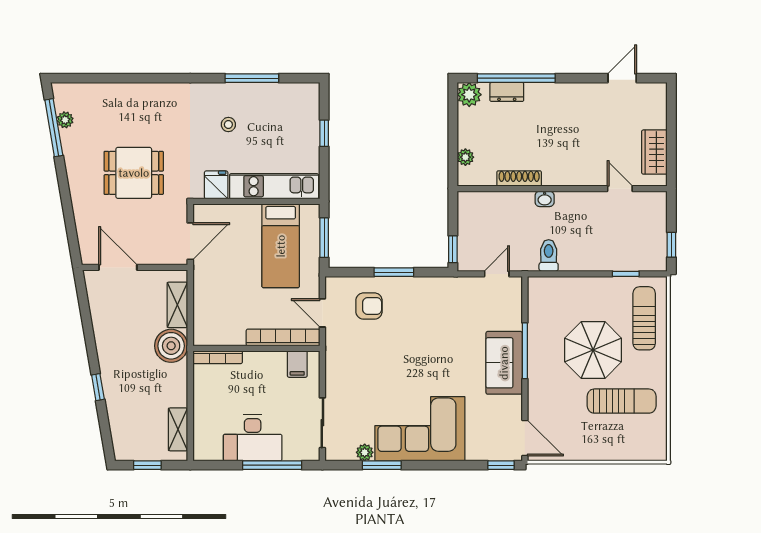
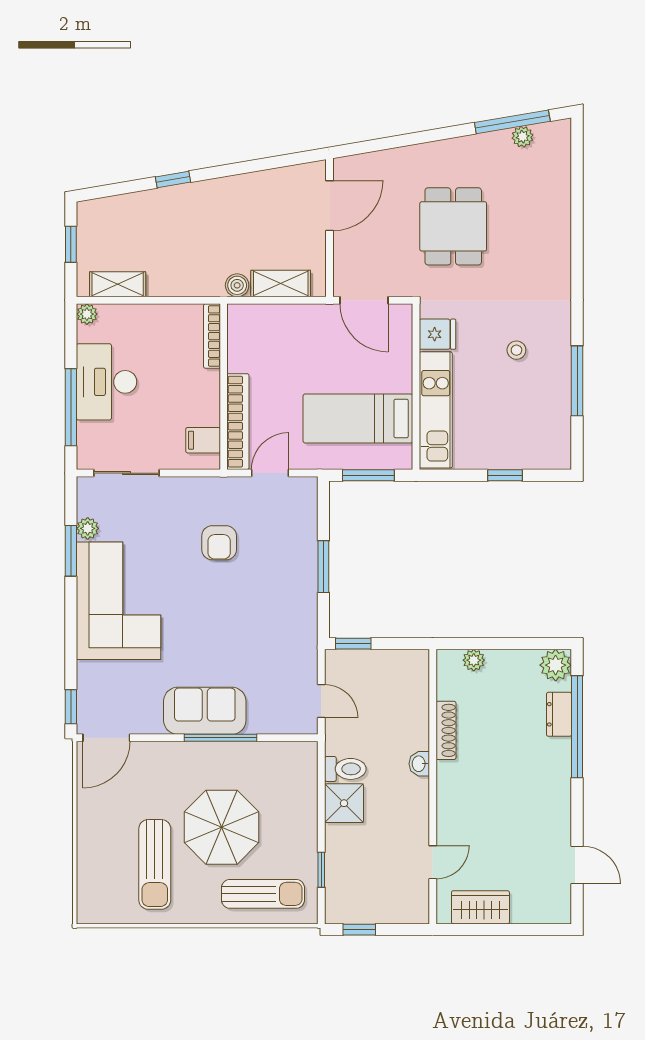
shower: (575, 256) -> (344, 803), added
armchair: (369, 306) -> (219, 543), moved
boiler: (171, 346) -> (237, 285), width x0.54, depth x0.54
plant: (201, 453) -> (87, 314), added

